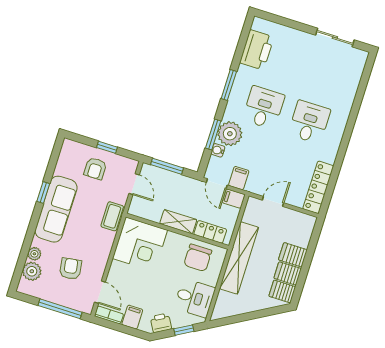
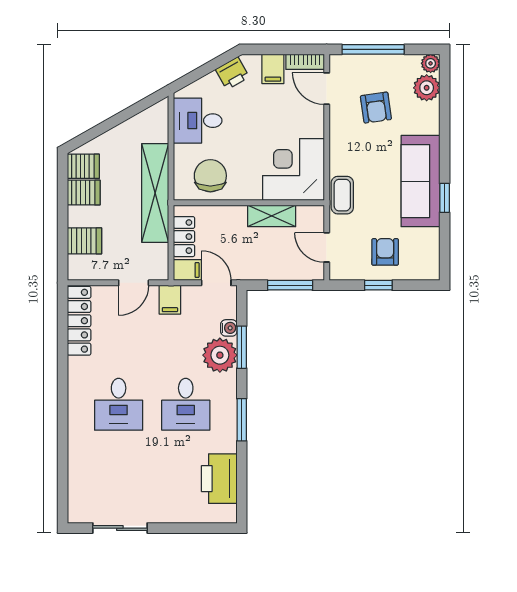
filing cabinet: (239, 178) -> (170, 300), moved
shelving: (178, 222) -> (272, 216), moved
locker: (210, 232) -> (184, 237), moved, turned -90
plant: (34, 254) -> (431, 63), moved
server rack: (293, 255) -> (84, 241), moved
window: (184, 330) -> (199, 73), removed

